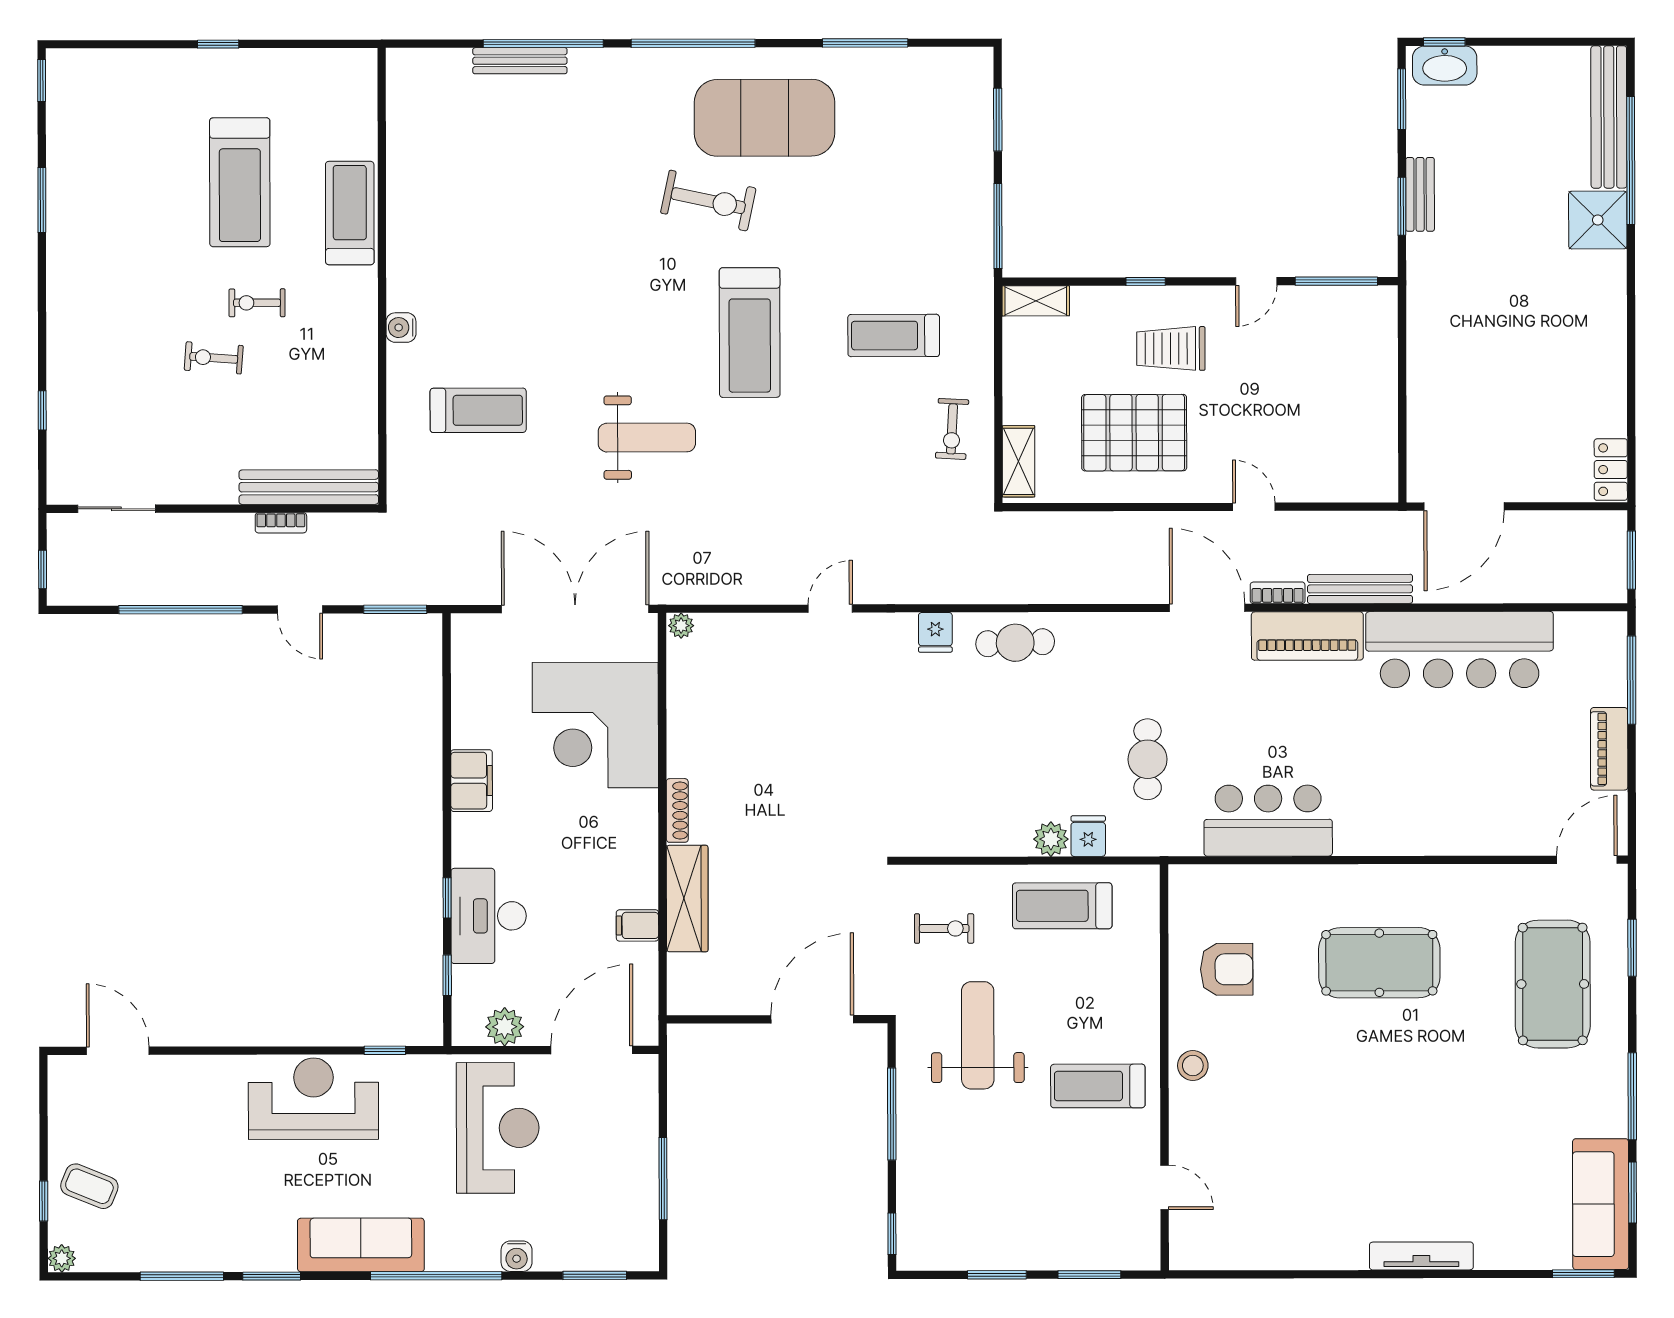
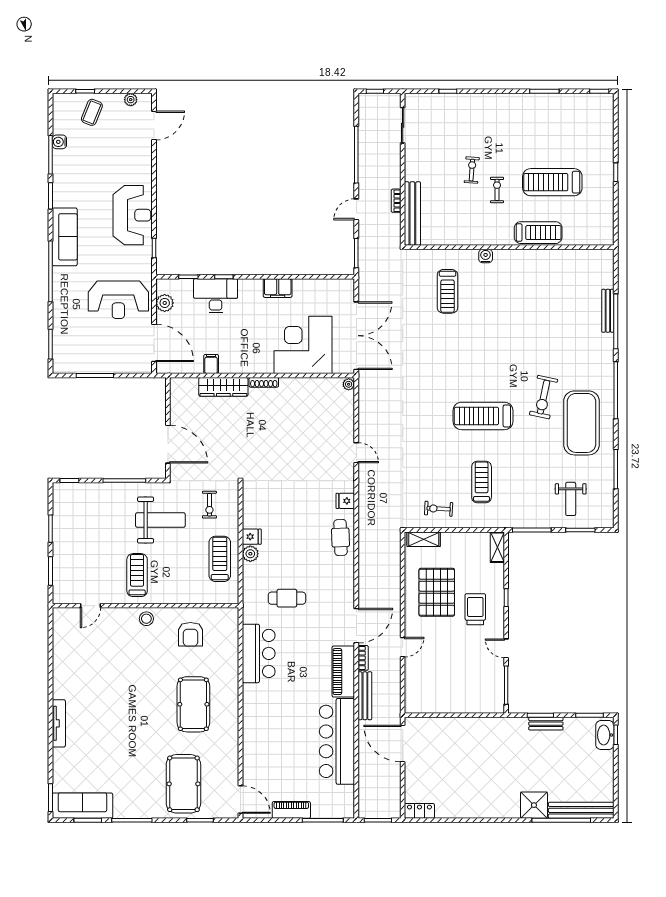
weight bench: (647, 438) -> (571, 499), moved, width x0.73, depth x0.75
fridge: (1088, 836) -> (252, 537), moved
pool table: (1553, 984) -> (183, 784), turned 90
water cooler: (517, 1256) -> (59, 142), moved
plant: (62, 1258) -> (131, 100), moved

